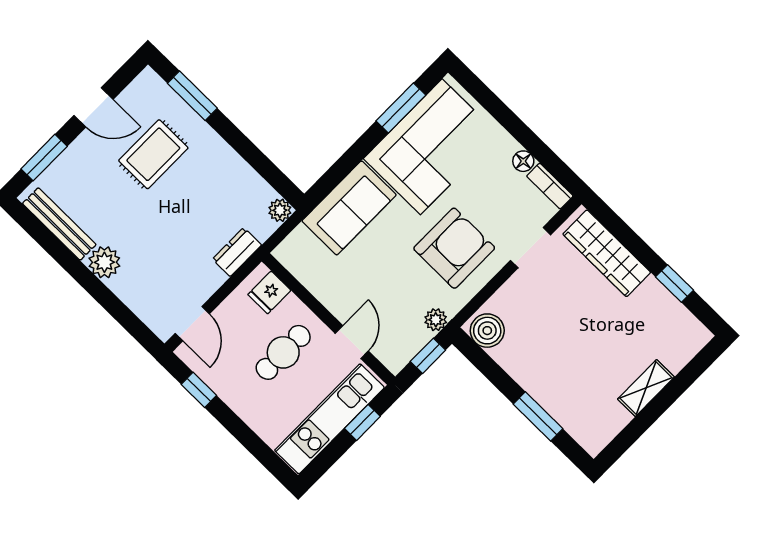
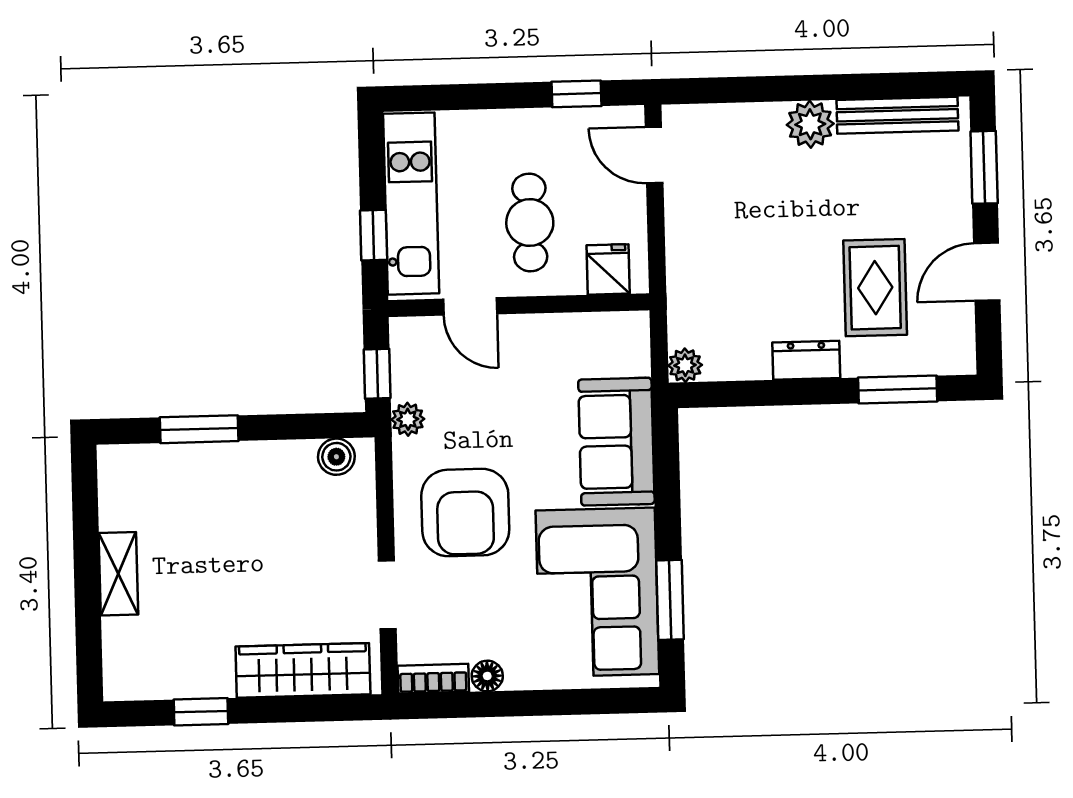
dresser: (237, 252) -> (806, 360), moved, turned -90
boiler: (487, 331) -> (336, 457), width x0.73, depth x0.73

